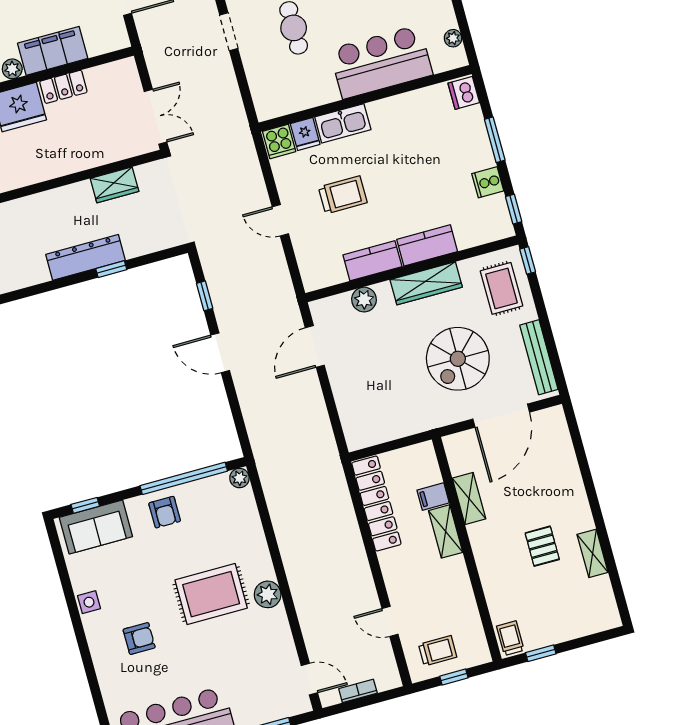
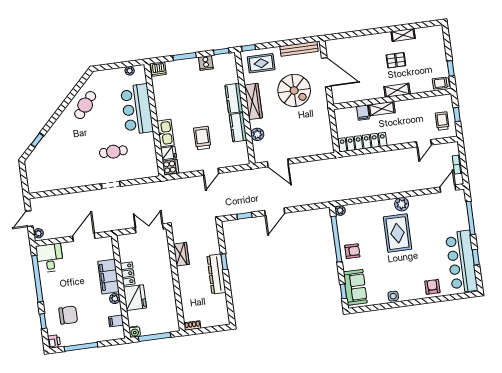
shelving: (469, 499) -> (397, 90), moved
armchair: (139, 638) -> (432, 287), moved

